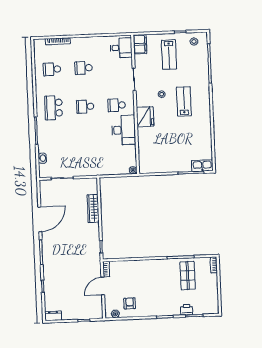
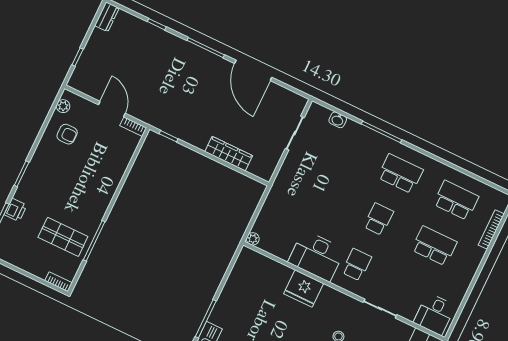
school desk: (84, 68) -> (434, 246), width x1.85
school desk: (52, 69) -> (456, 200), width x1.85
fridge: (145, 117) -> (304, 289), moved

